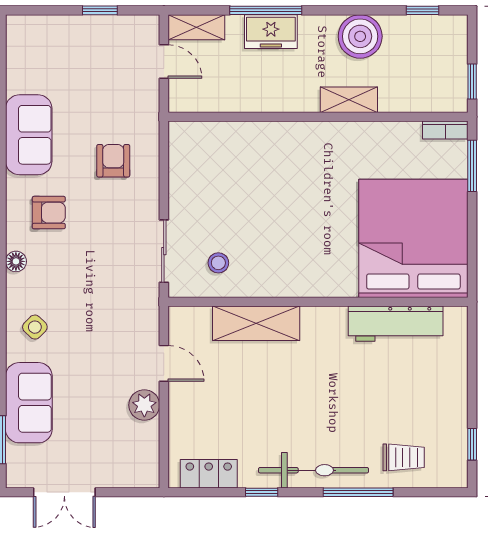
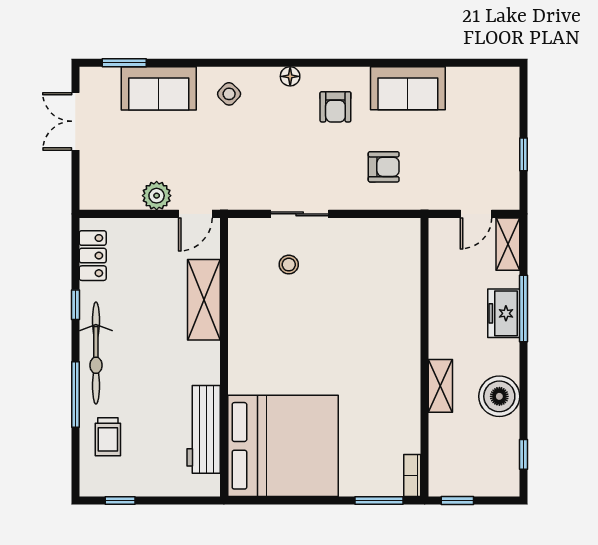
bed: (413, 238) -> (283, 446), moved
wall: (318, 302) -> (224, 357), moved
shelving: (256, 323) -> (204, 300), moved
workbench: (396, 324) -> (204, 429), moved

